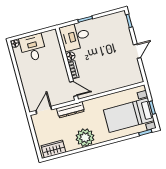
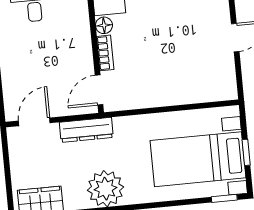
door: (73, 89) -> (99, 90), swing flipped

